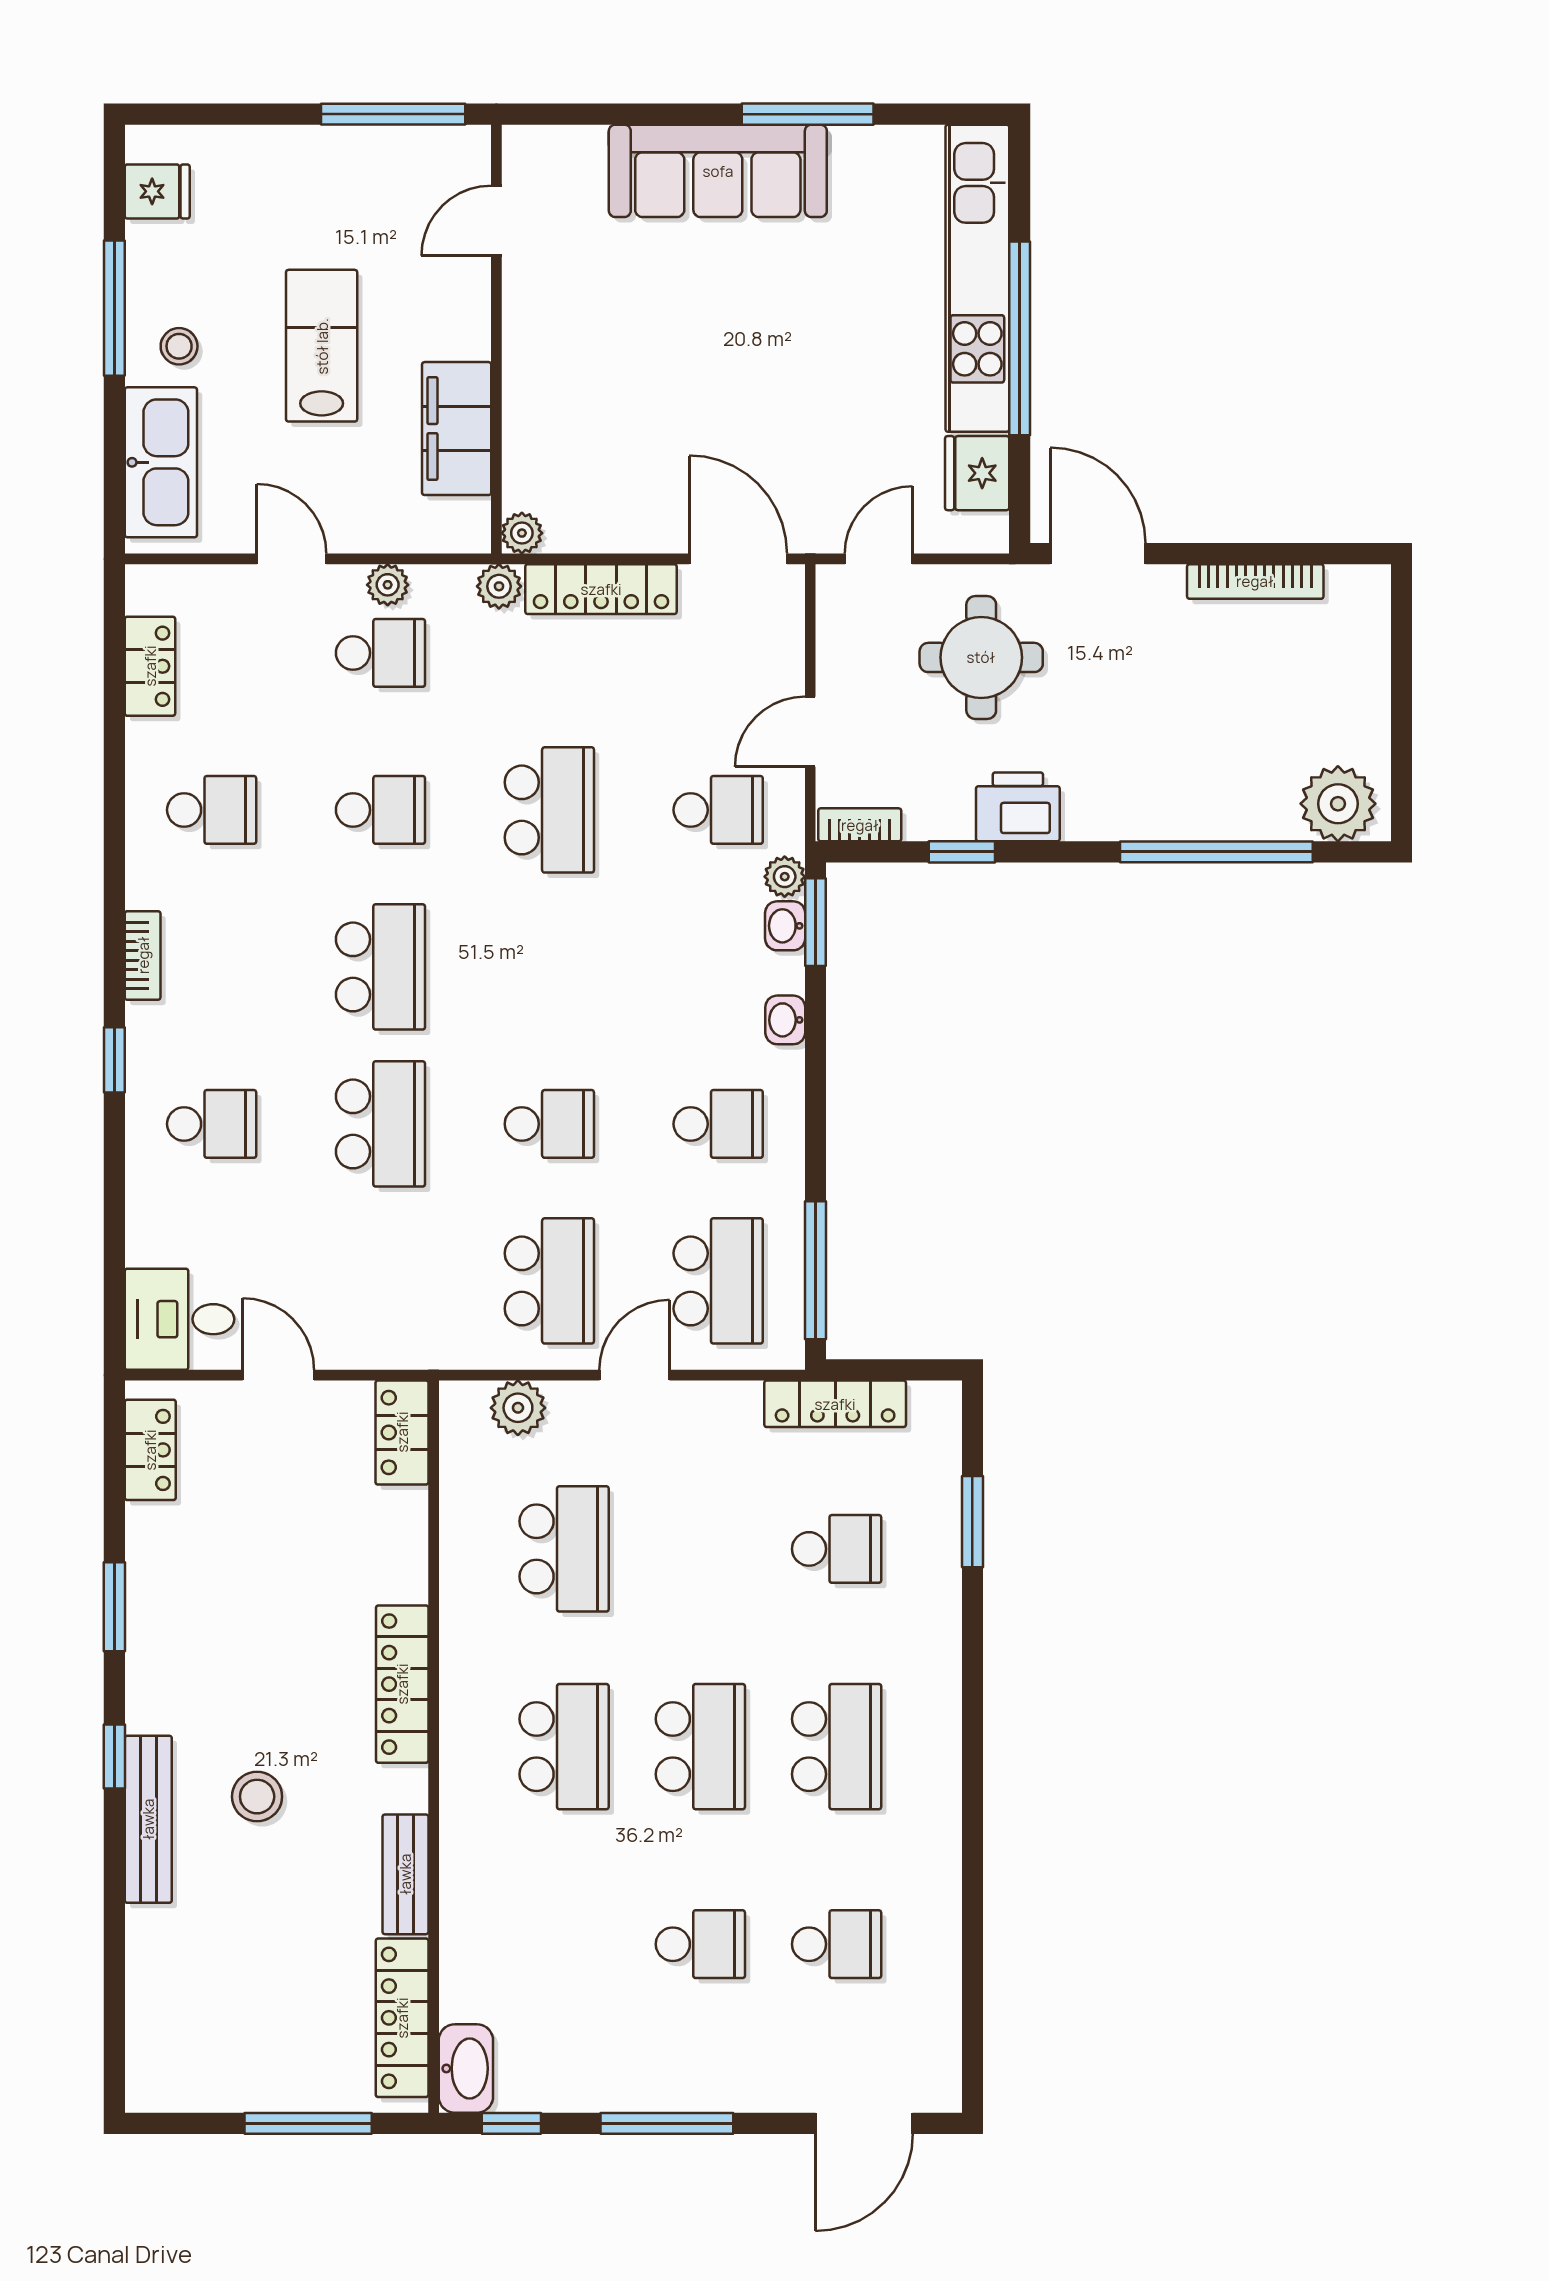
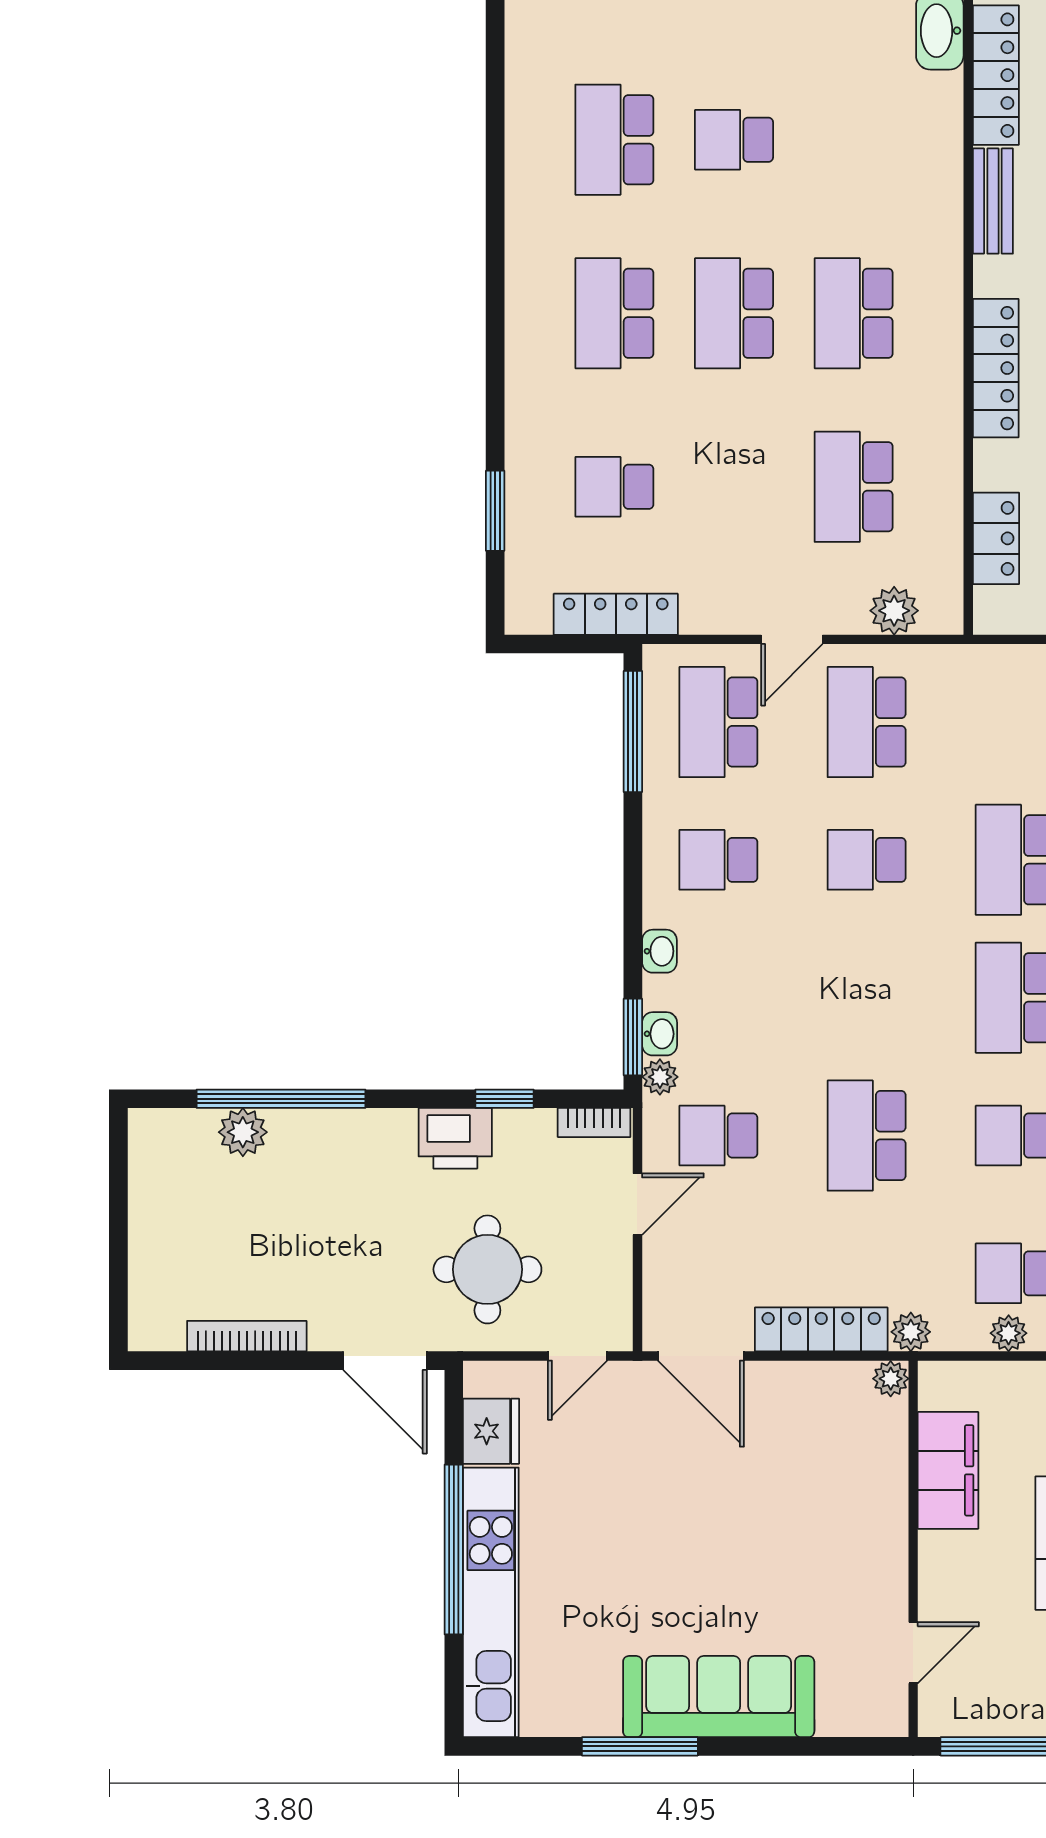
plant: (1338, 804) -> (243, 1132), moved, width x0.73, depth x0.73
locker: (402, 1432) -> (996, 538), moved
school desk: (837, 1944) -> (614, 140), width x1.85

